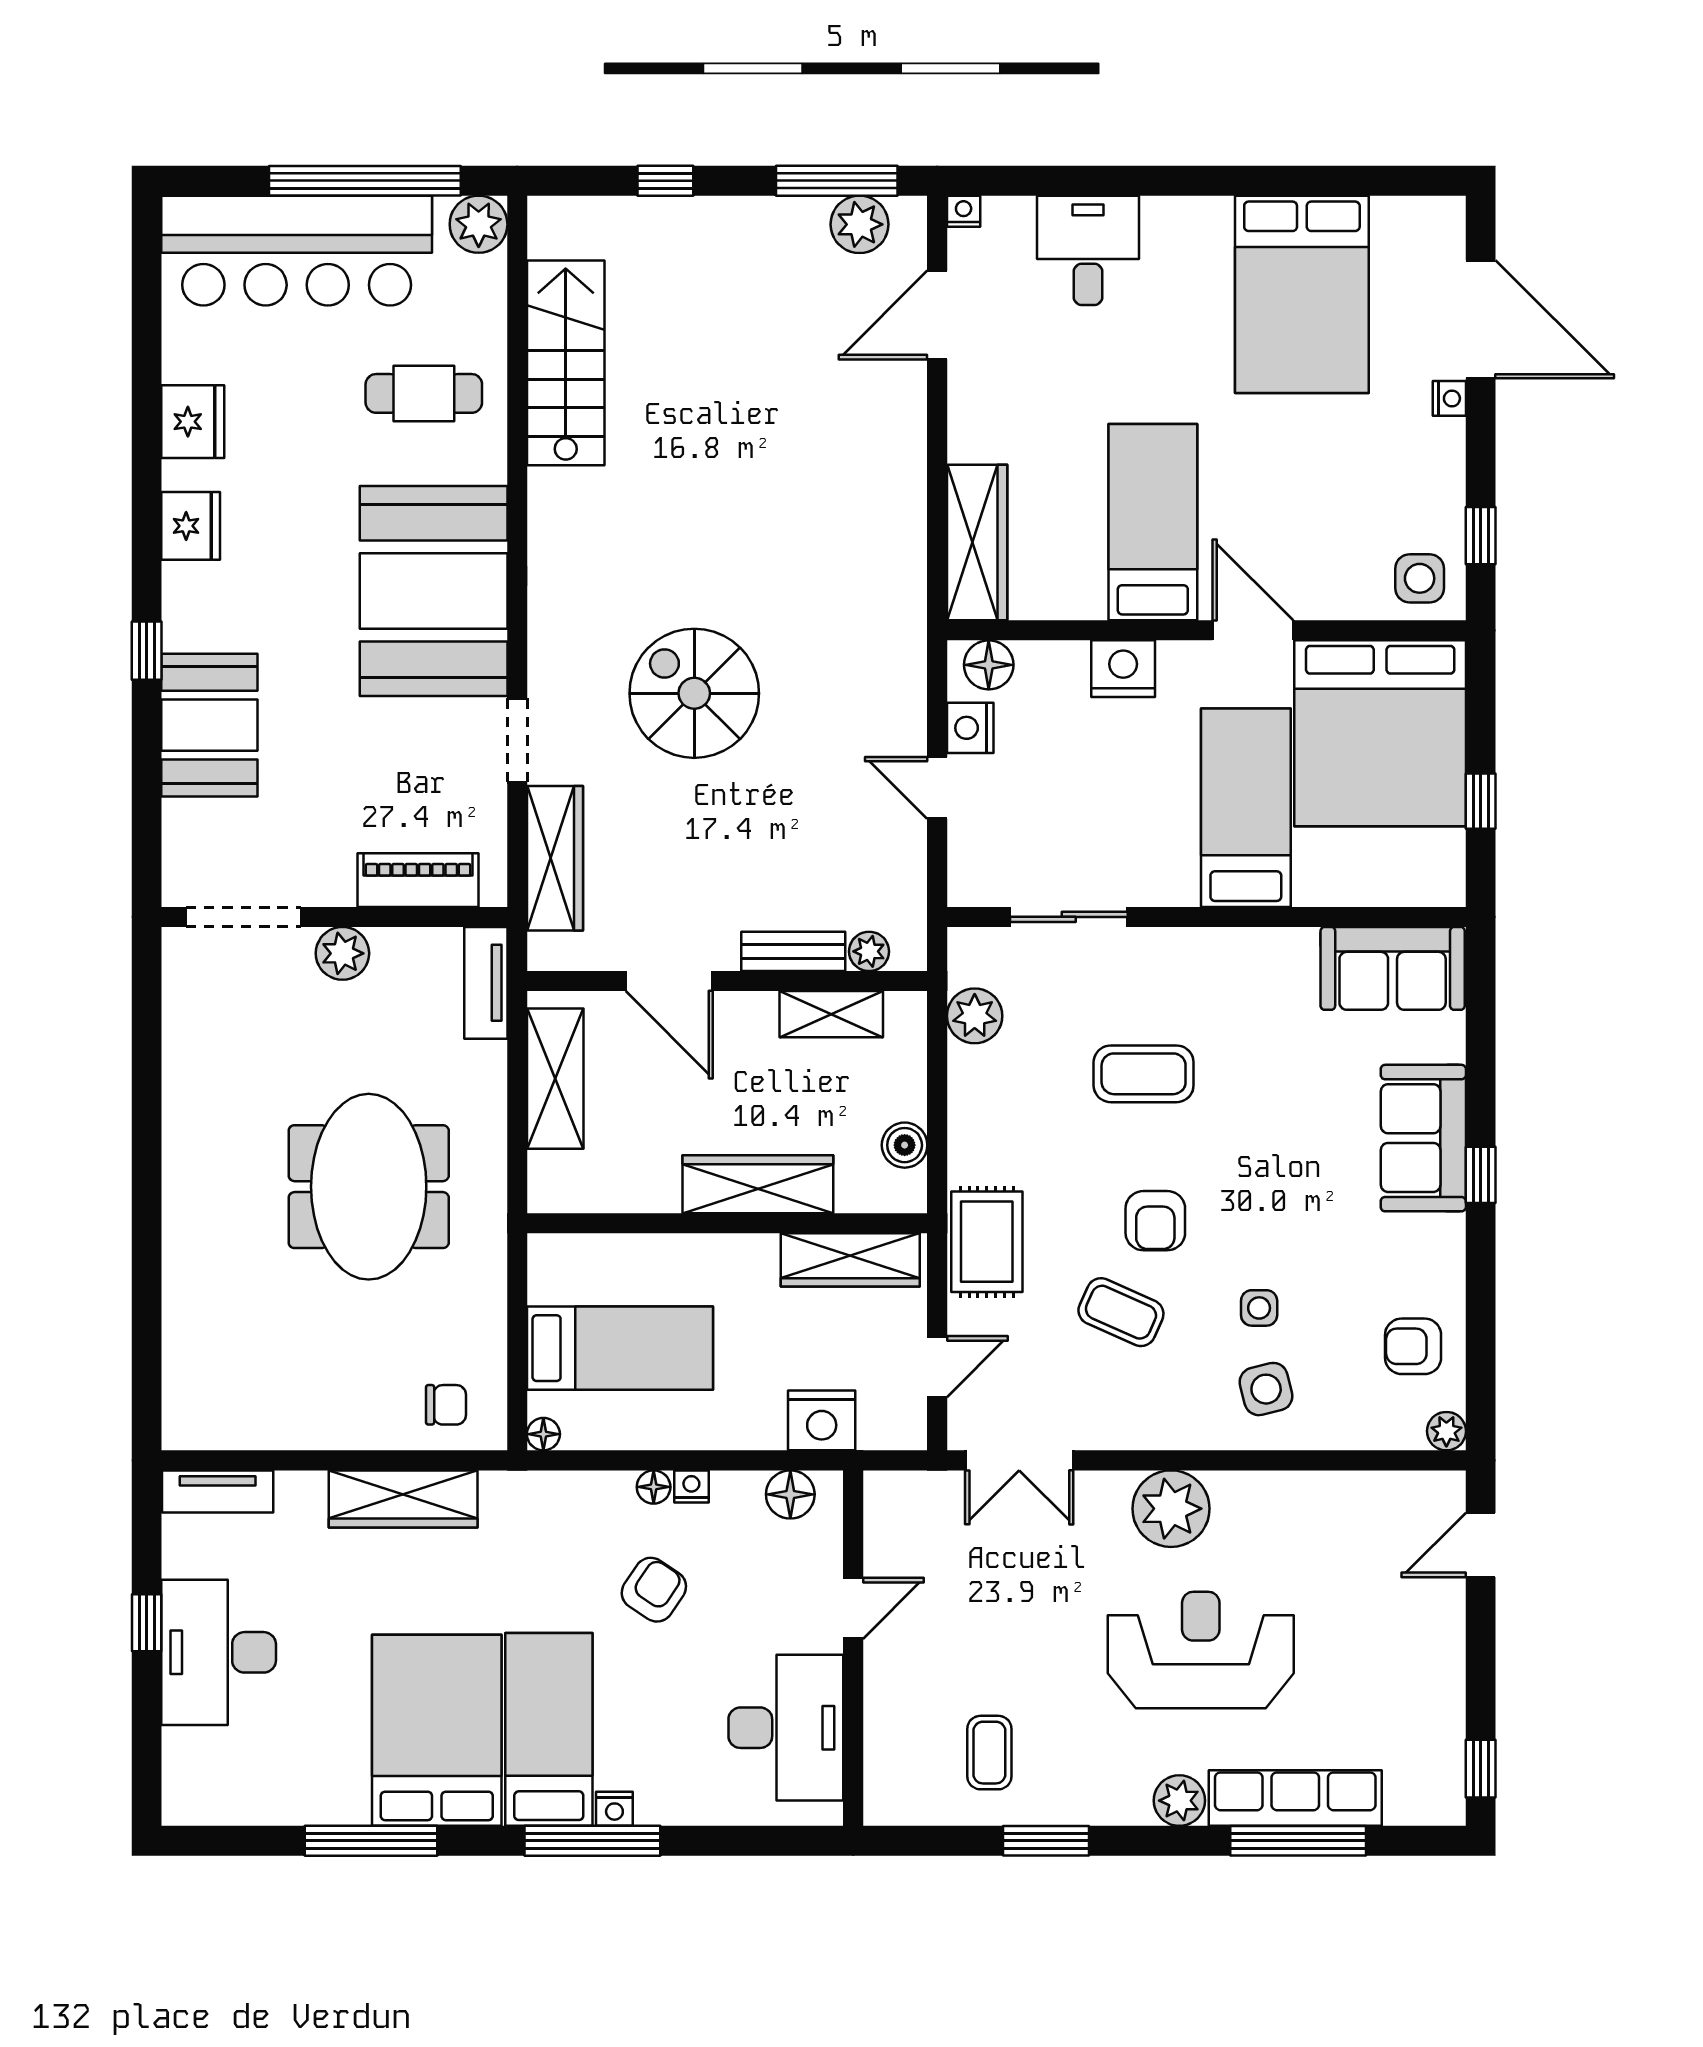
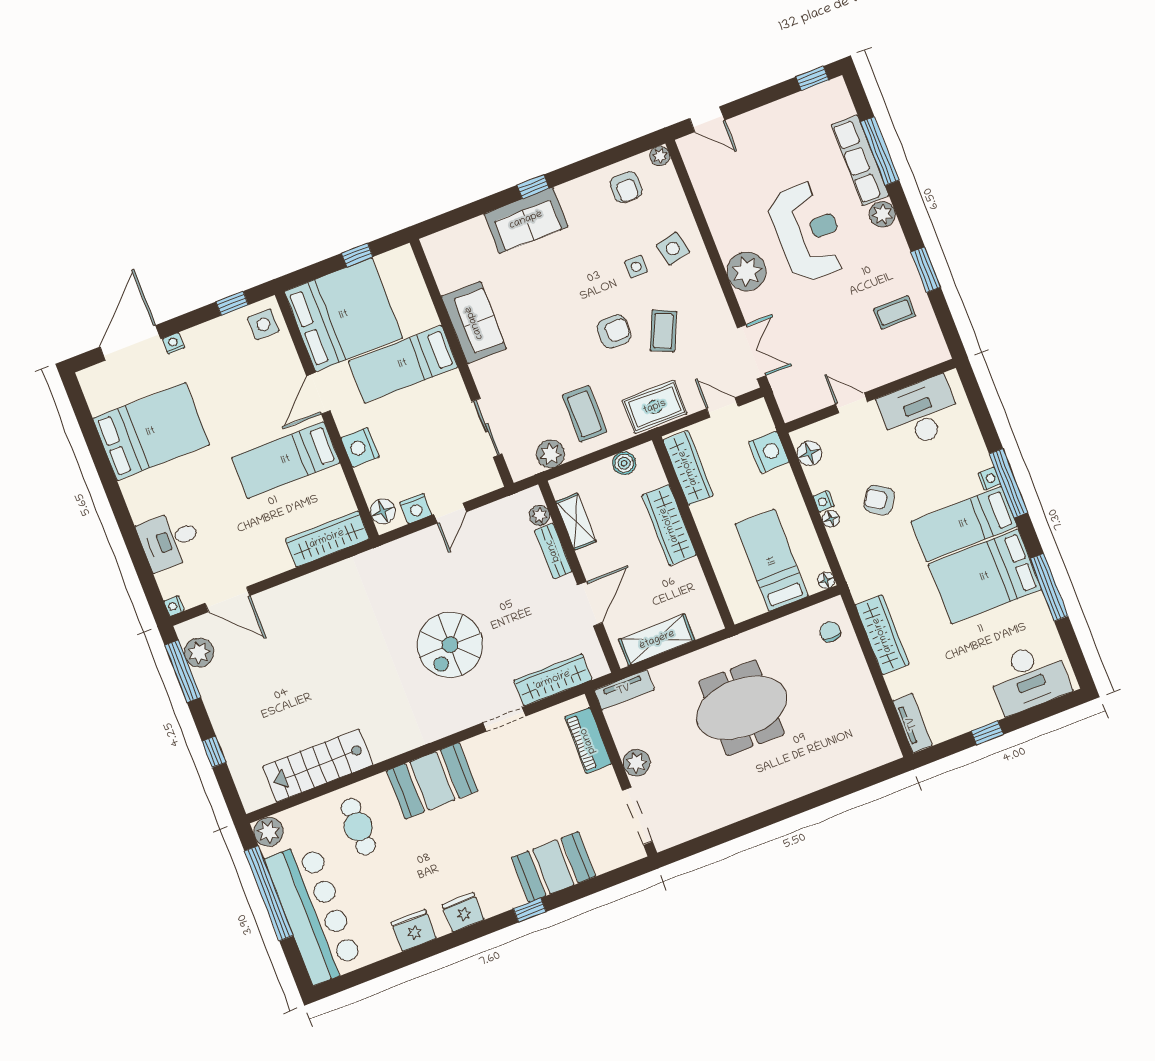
booth: (434, 591) -> (432, 781), width x0.73, depth x0.70
sofa: (1393, 968) -> (474, 323), moved
coffee table: (1144, 1074) -> (585, 414), moved
reception desk: (1201, 1650) -> (808, 232), turned 180
desk: (219, 1652) -> (1029, 678), moved

